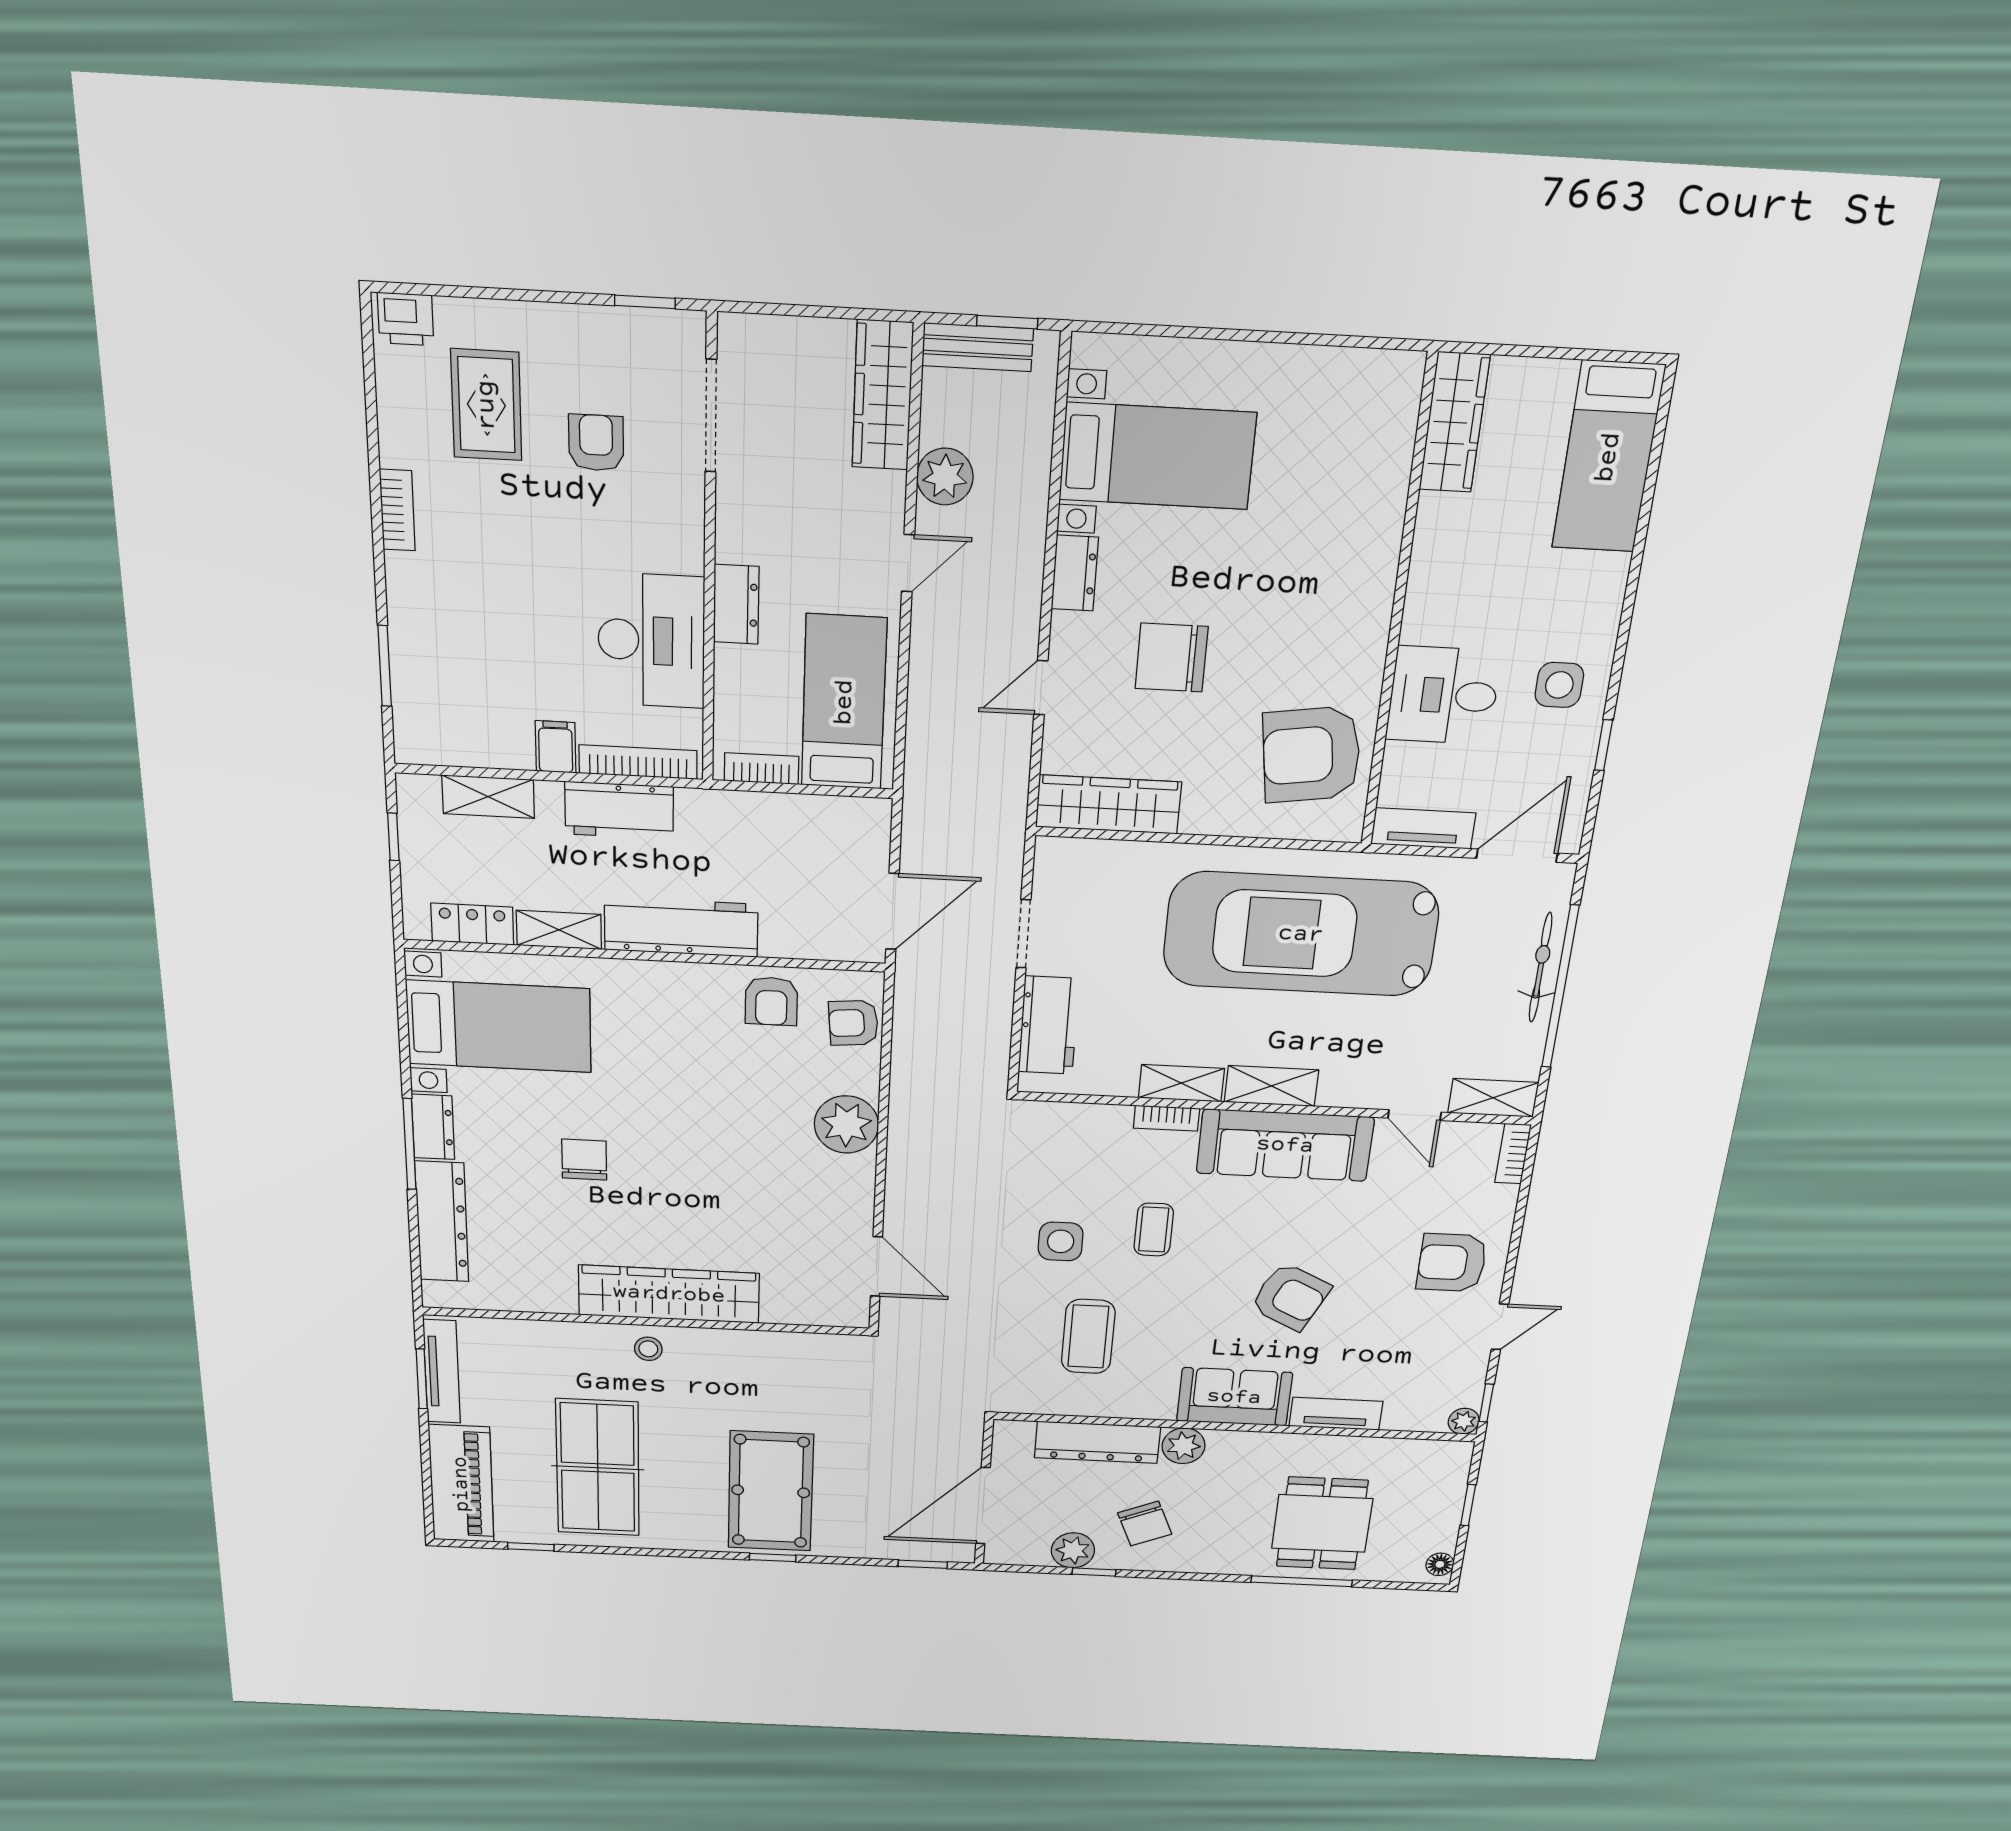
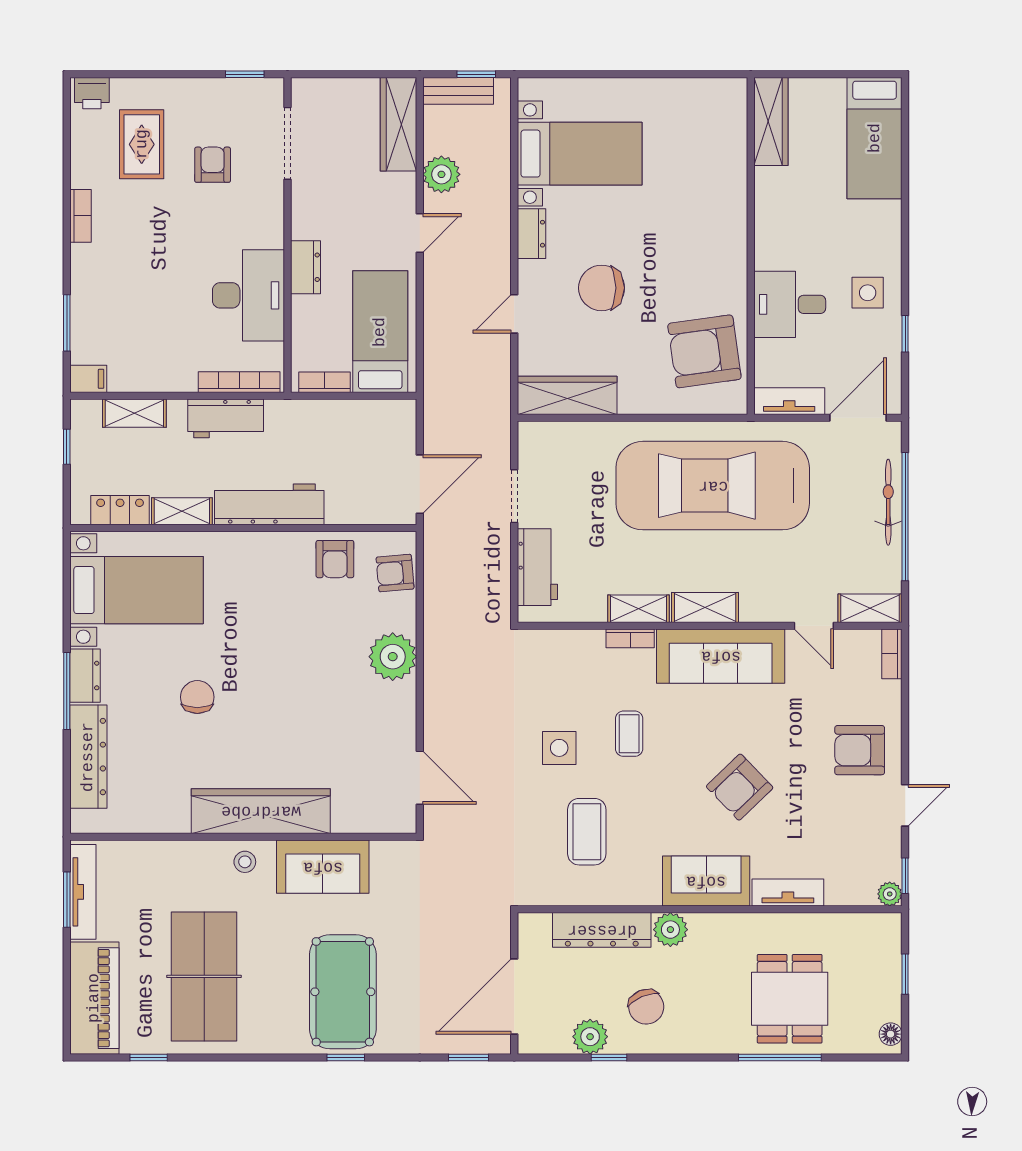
filing cabinet: (556, 747) -> (88, 379), moved, turned 90
armchair: (1290, 1297) -> (740, 787), turned 110
sofa: (748, 1359) -> (323, 867), added

